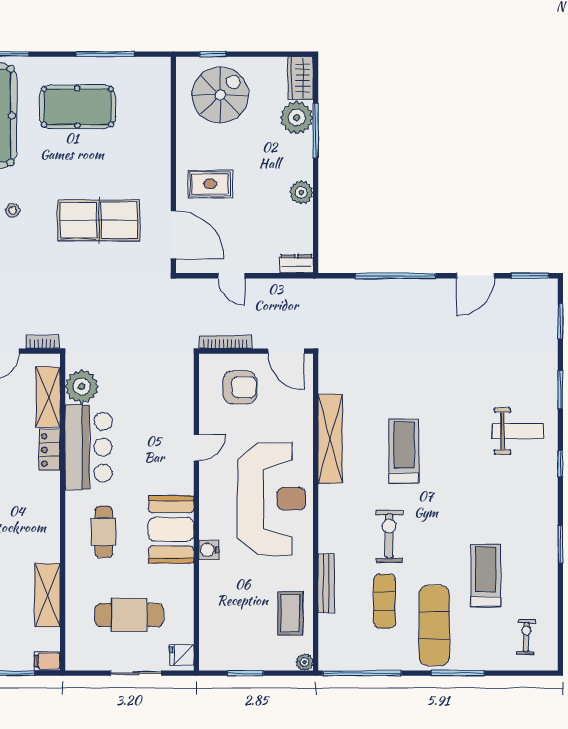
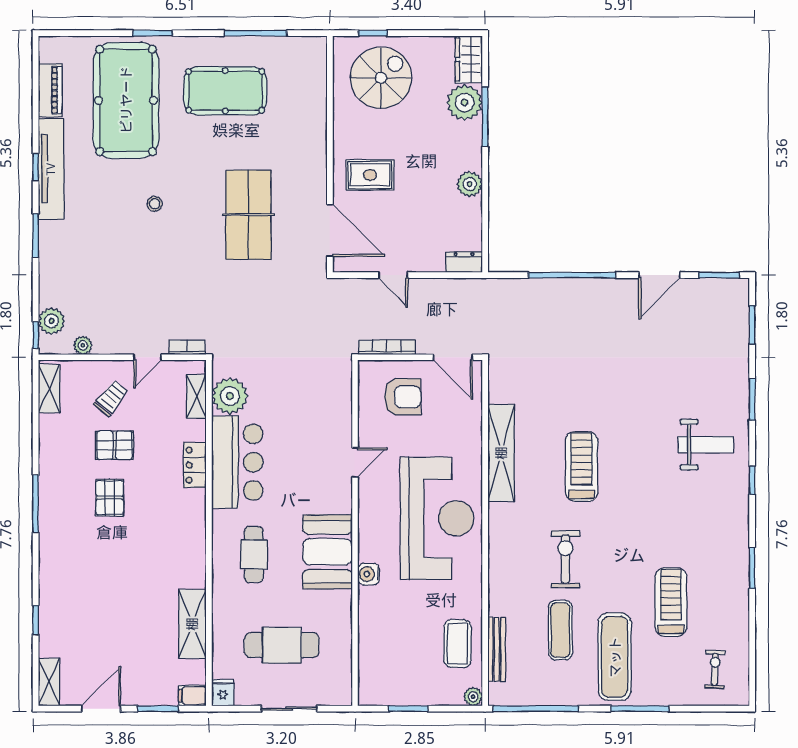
table tennis table: (99, 220) -> (249, 215), turned 90
shelving: (48, 397) -> (196, 396), width x0.67, depth x0.75
bench: (326, 583) -> (497, 649), moved
fridge: (182, 655) -> (223, 693), moved, turned 90

